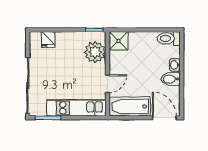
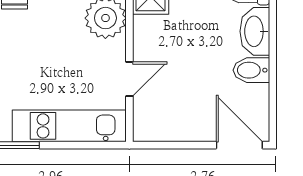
washbasin: (175, 65) -> (255, 31), width x1.91, depth x1.45
bathtub: (130, 106) -> (172, 123), removed

